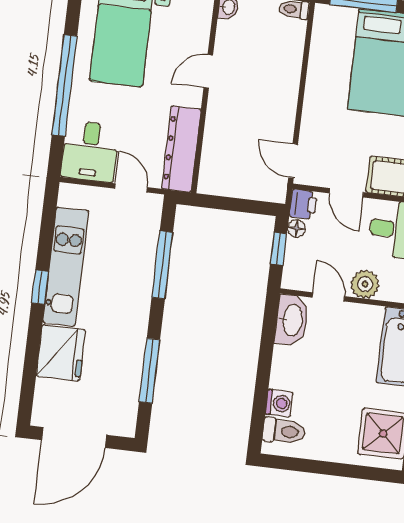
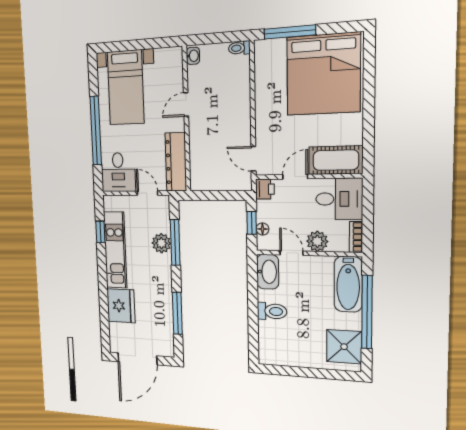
door: (346, 193) -> (295, 177), swing flipped
floor lamp: (296, 228) -> (263, 229), moved
plant: (141, 264) -> (161, 243), added
window: (40, 287) -> (100, 232), moved
washing machine: (279, 403) -> (267, 330), removed
toilet: (284, 431) -> (272, 311), moved

